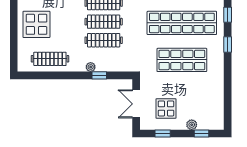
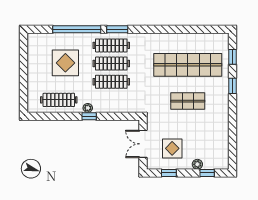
display table: (36, 24) -> (65, 63), moved
shop shelf: (182, 60) -> (188, 101), width x0.70, depth x0.74
plant: (91, 67) -> (88, 108), moved
window: (99, 75) -> (89, 116), moved

